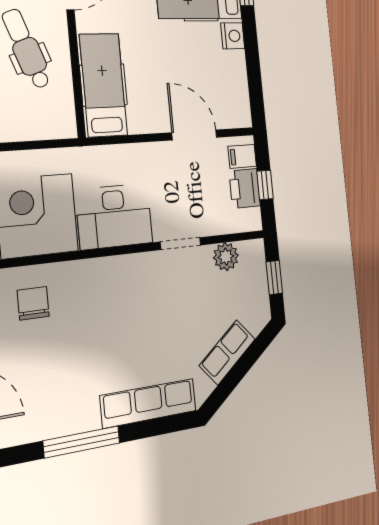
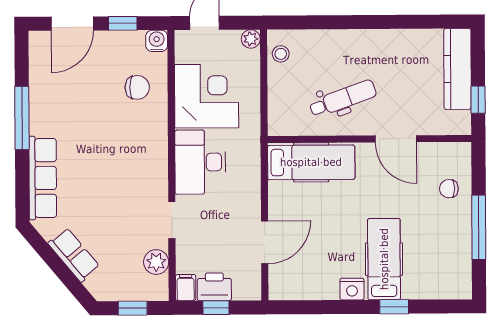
filing cabinet: (242, 156) -> (186, 288), moved

